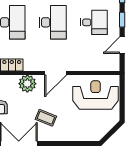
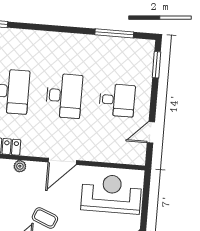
window: (122, 20) -> (154, 100), removed
plant: (27, 84) -> (20, 166), width x0.53, depth x0.53

